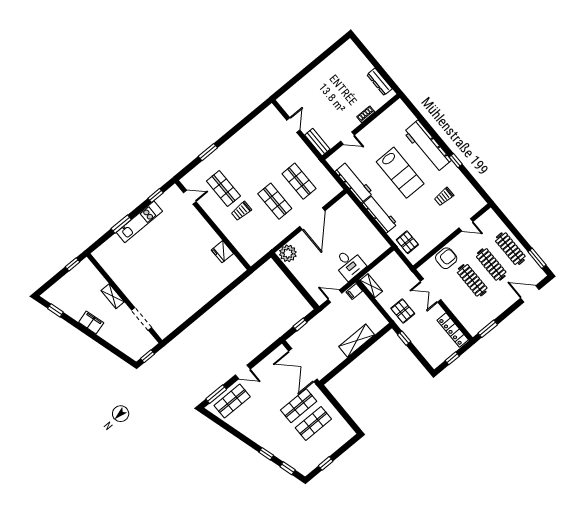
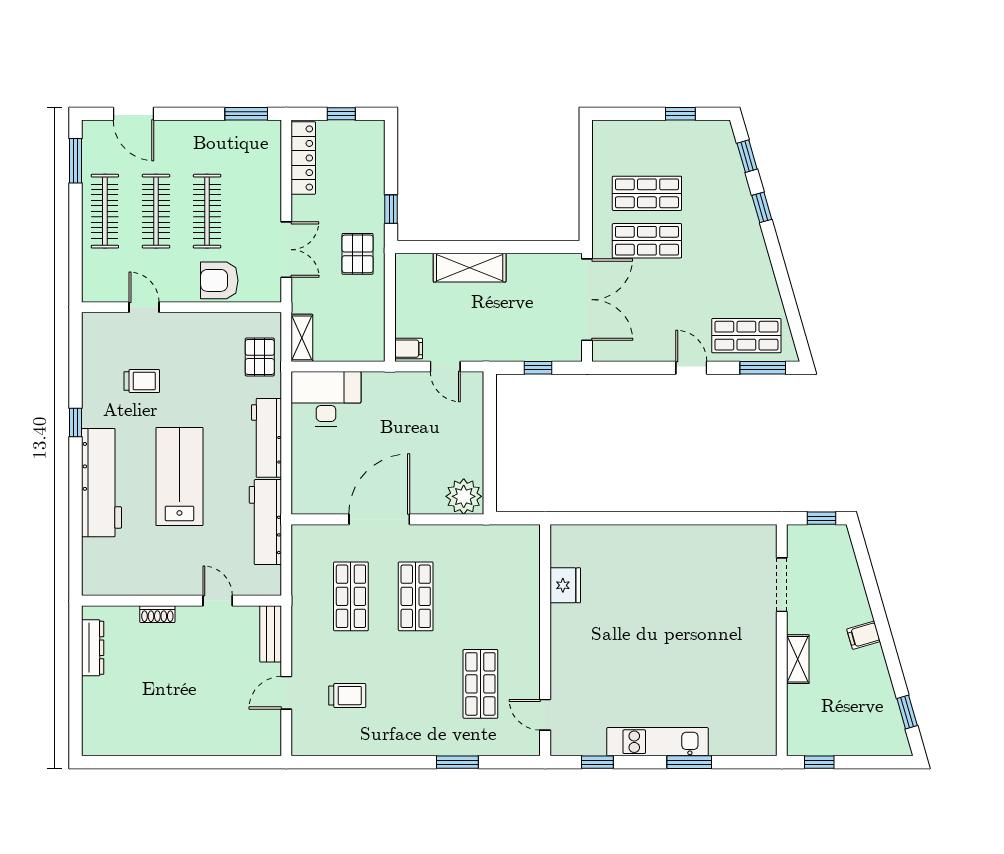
trolley: (241, 211) -> (347, 696), moved
desk: (349, 264) -> (326, 399), moved, width x1.37
shelving: (371, 286) -> (302, 338), moved
filing cabinet: (91, 323) -> (864, 635), width x0.50

